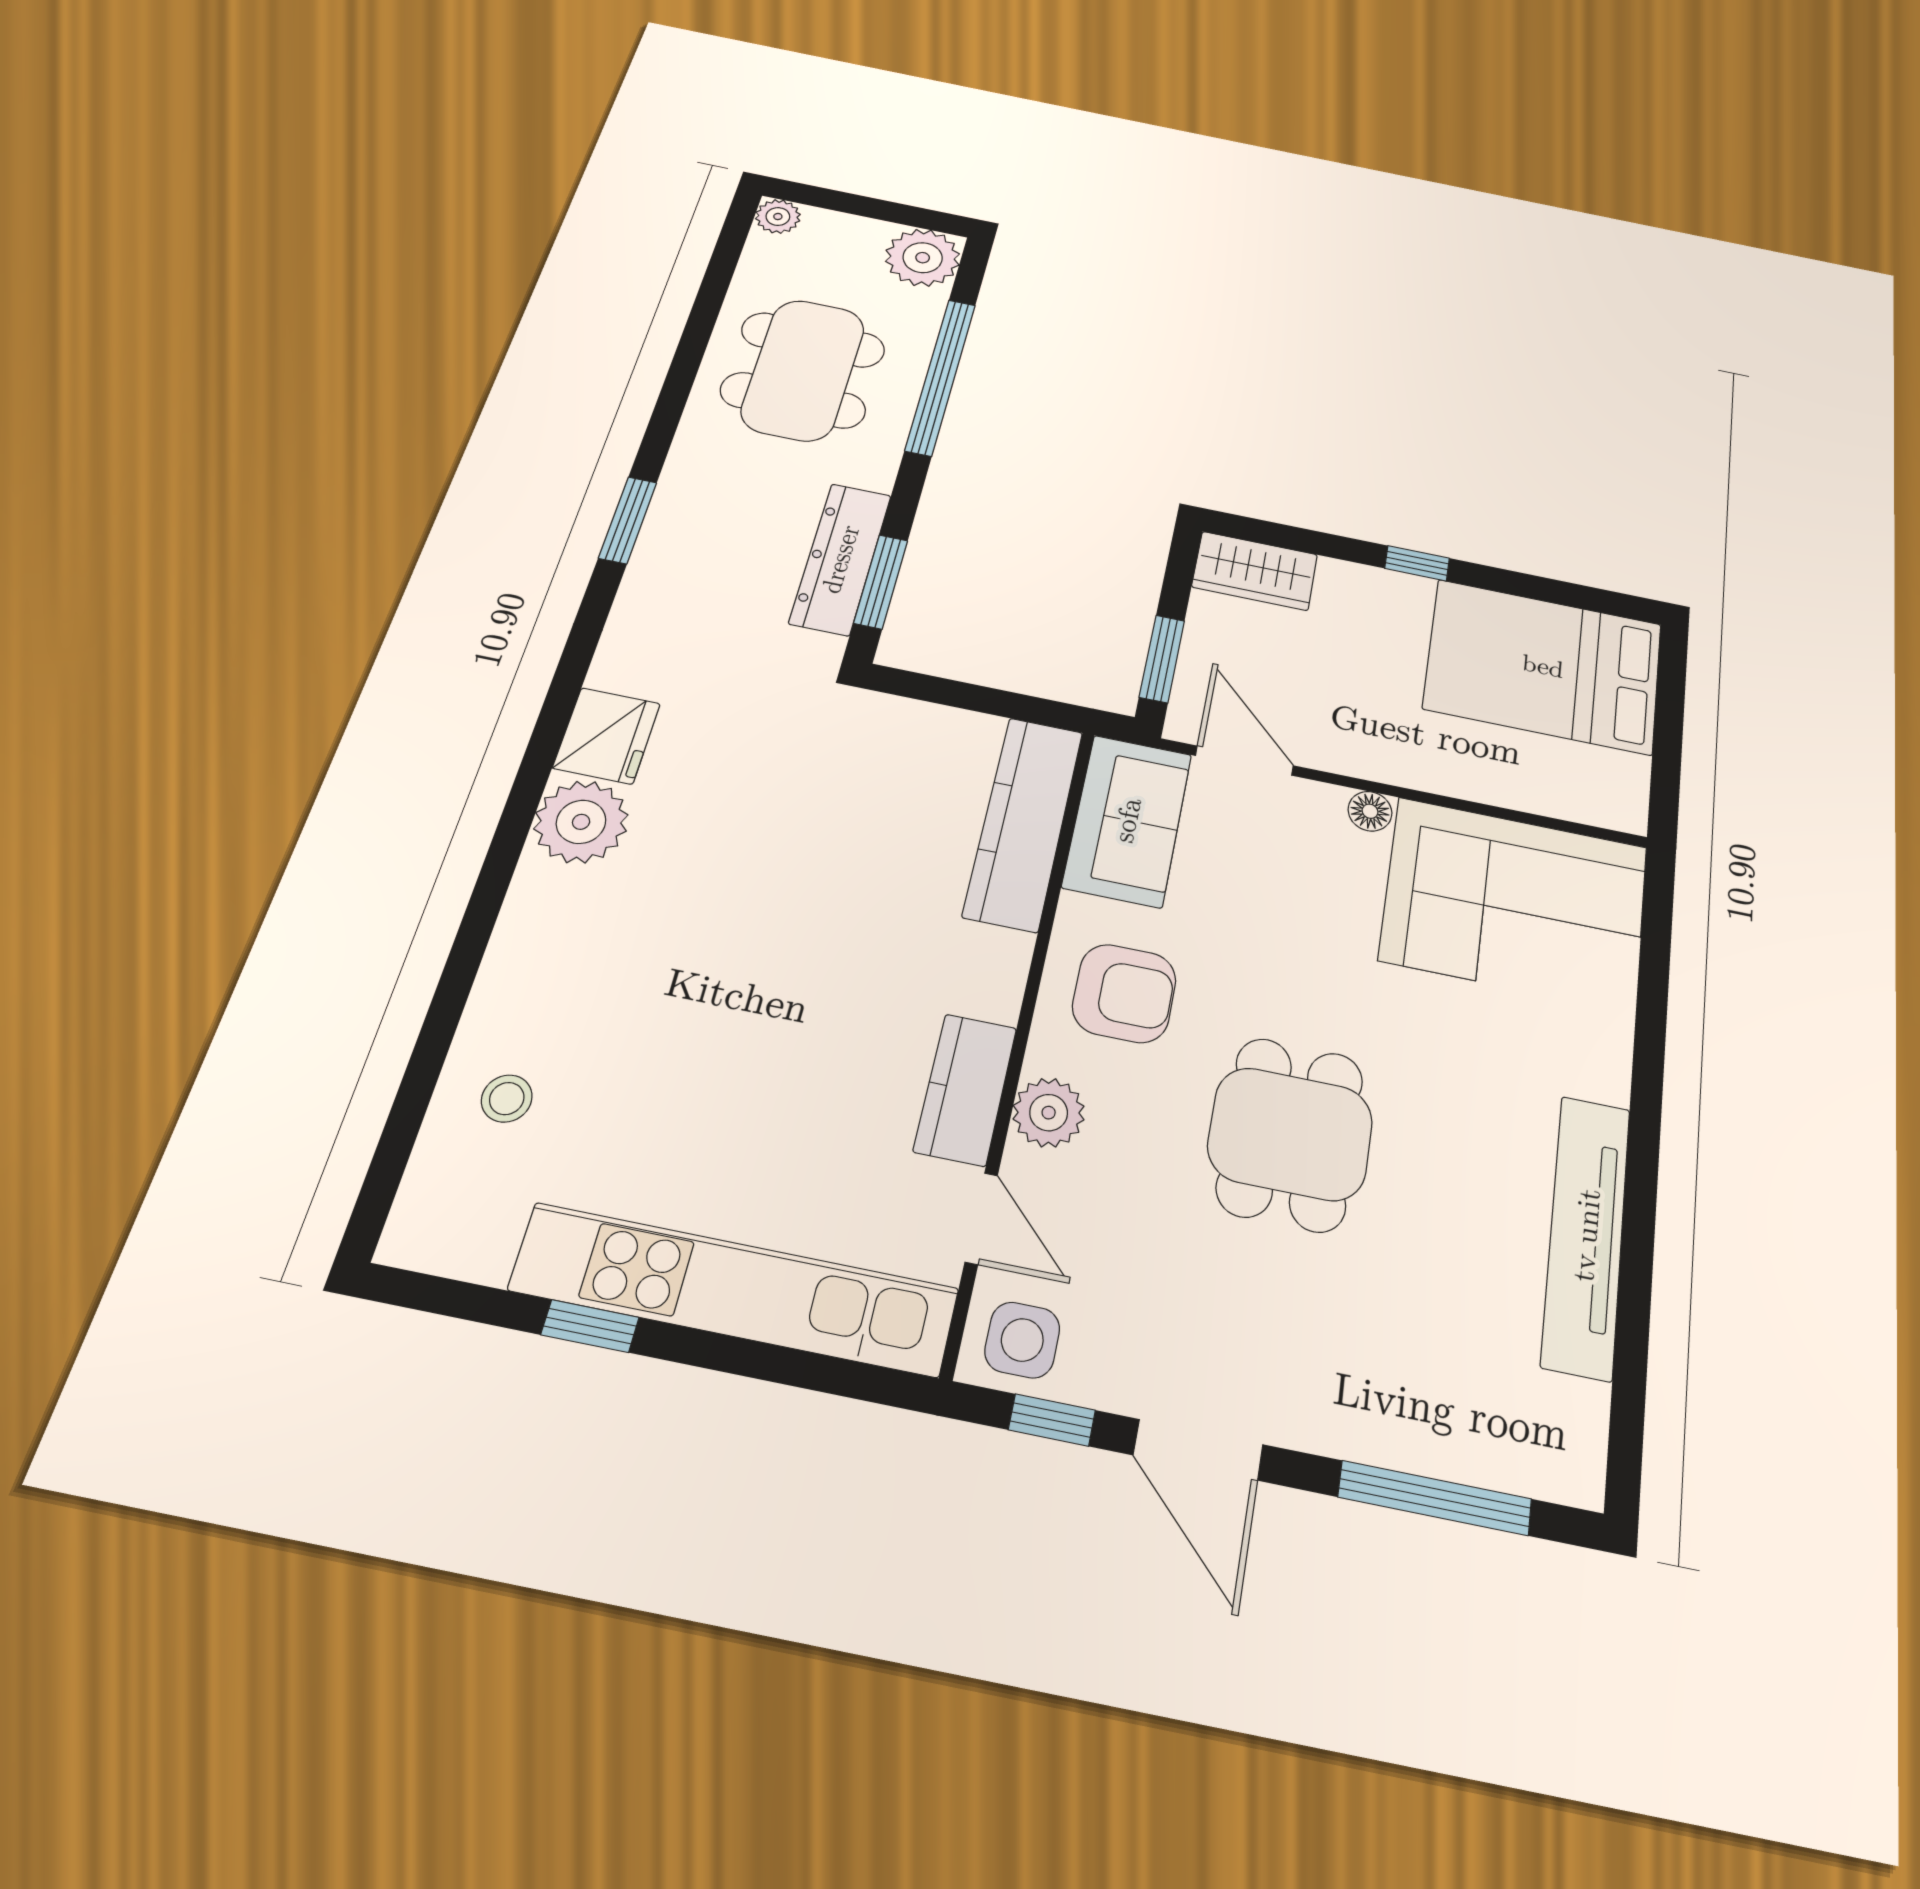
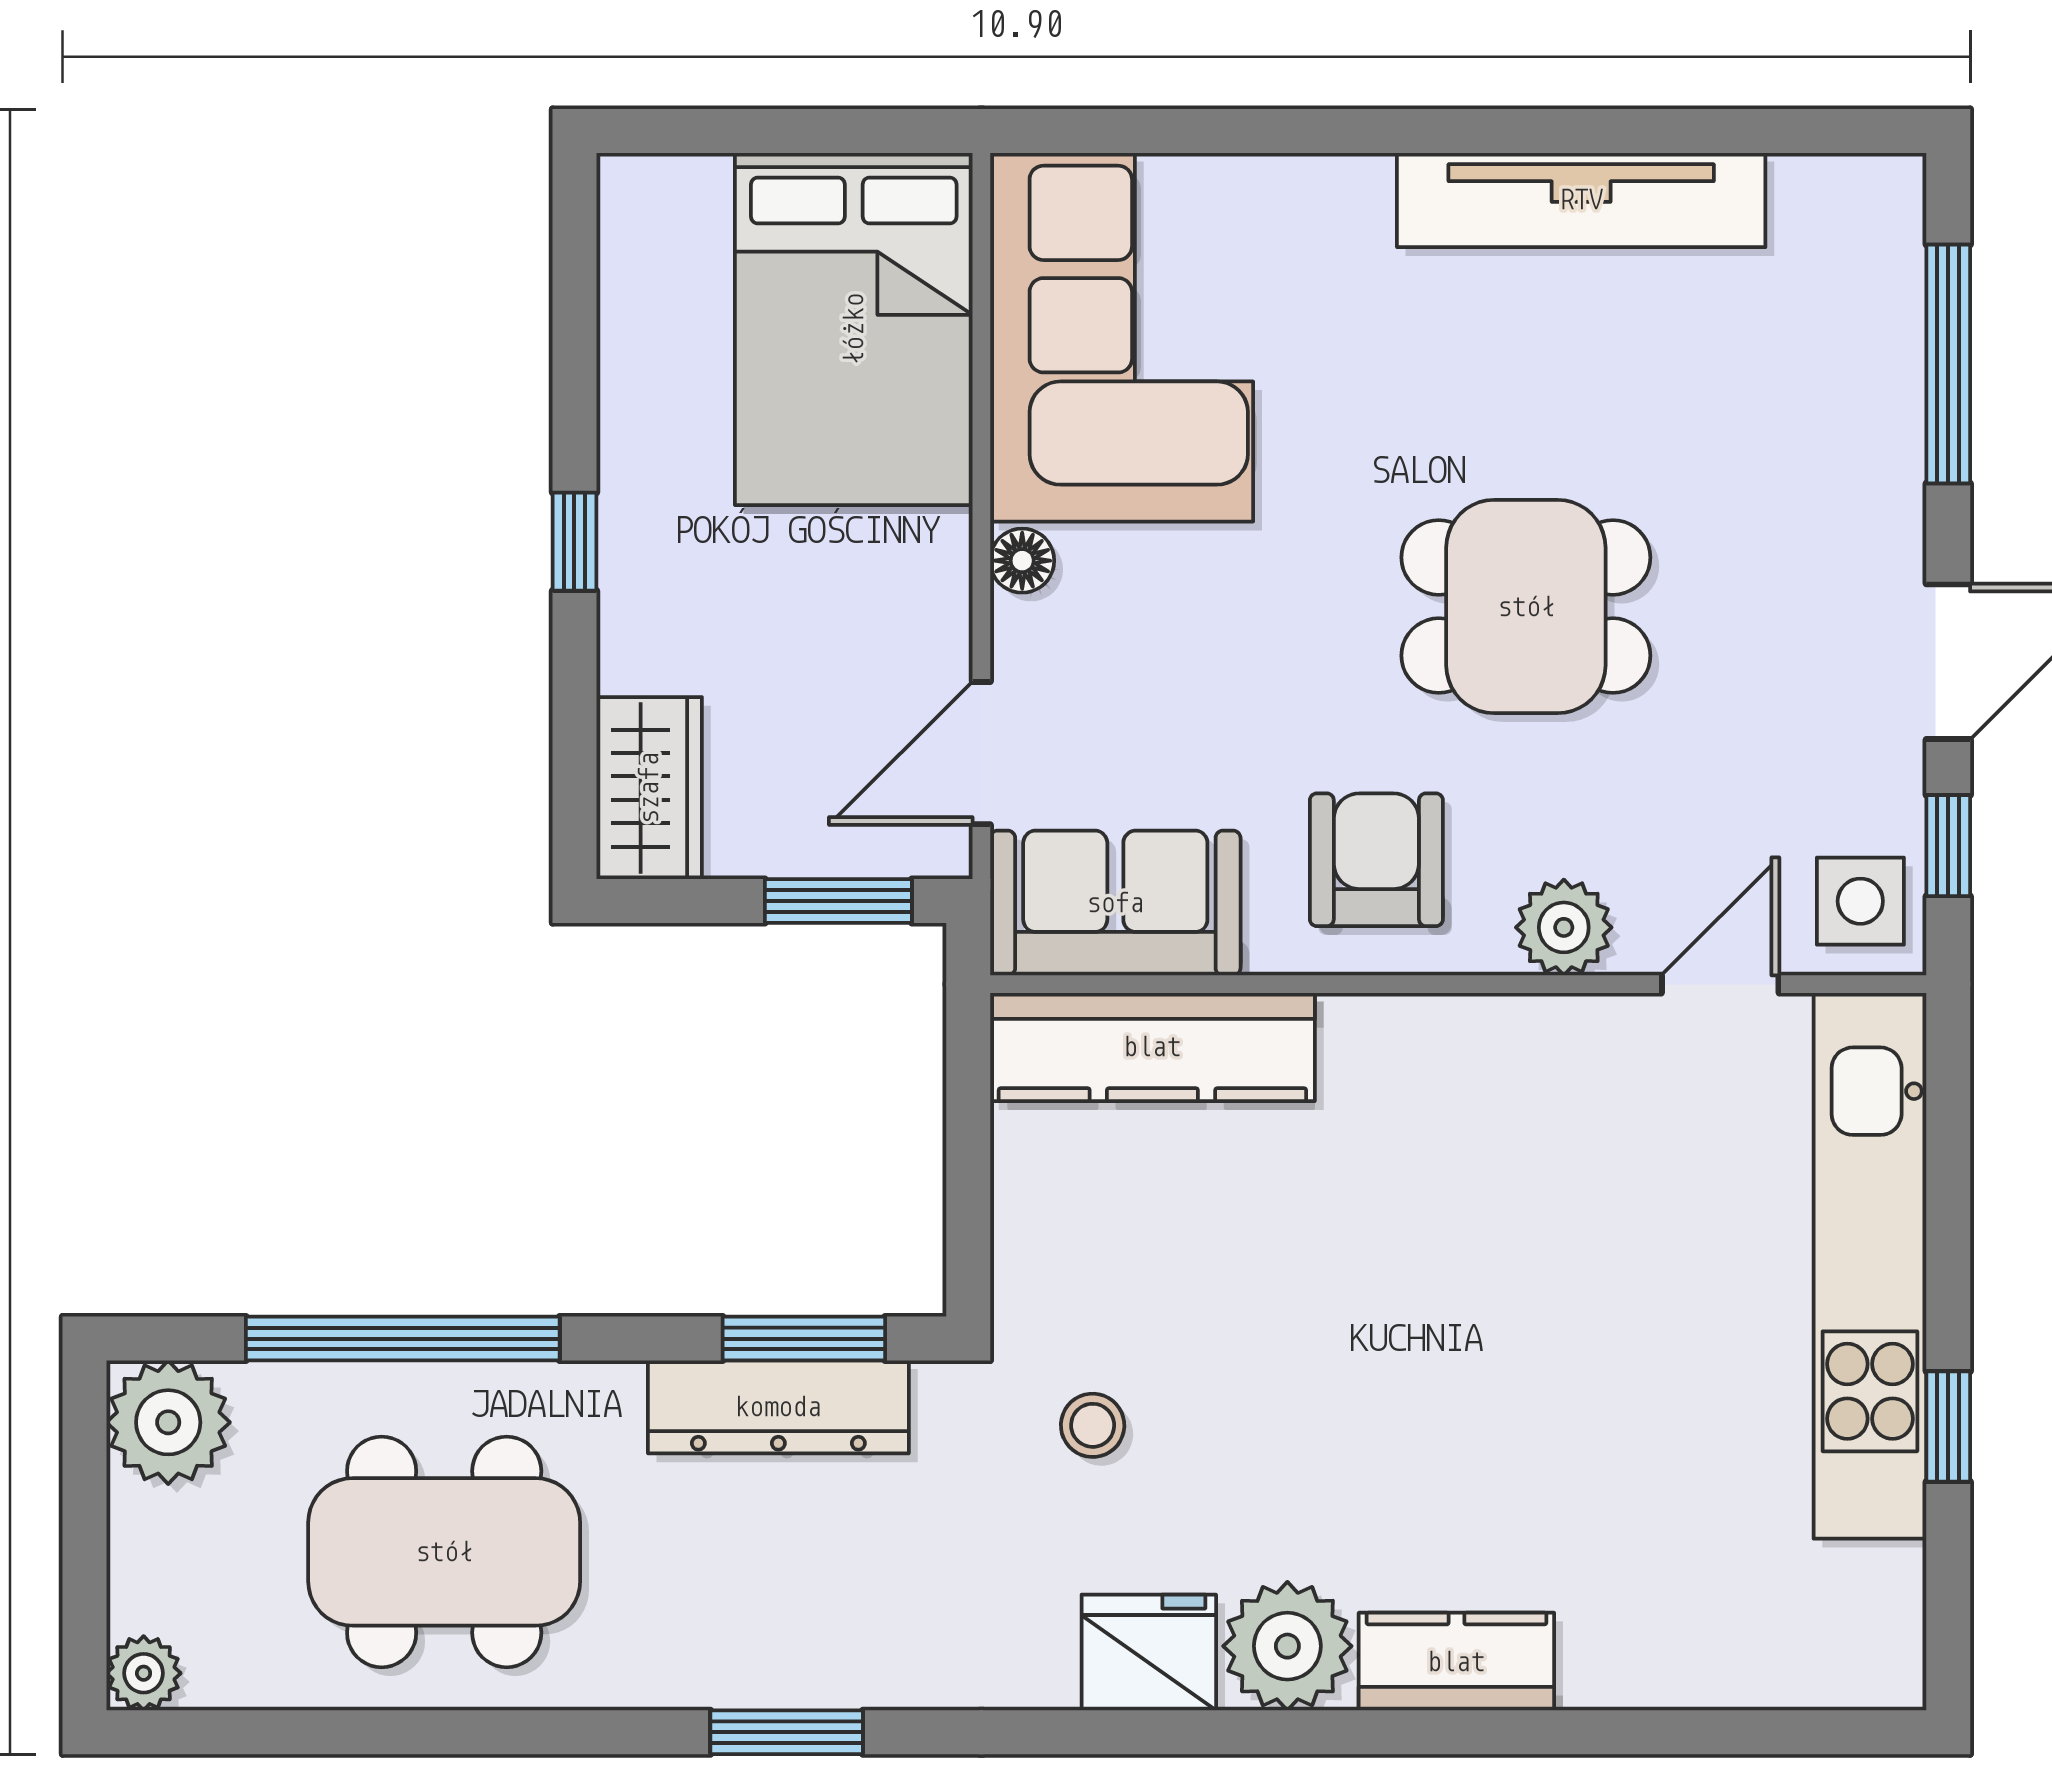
bed: (1543, 666) -> (854, 329), moved
kitchen counter: (965, 1089) -> (1456, 1662), moved, turned 180
stool: (507, 1099) -> (1093, 1425), moved

